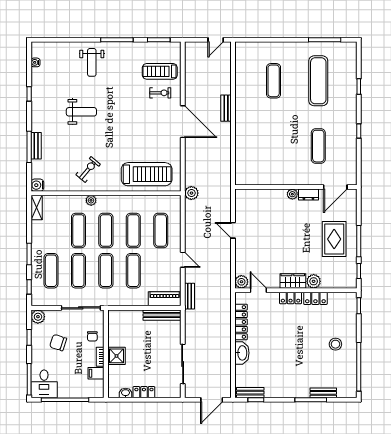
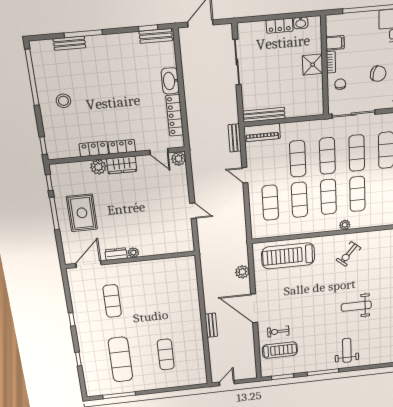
plant: (191, 193) -> (242, 272), moved

